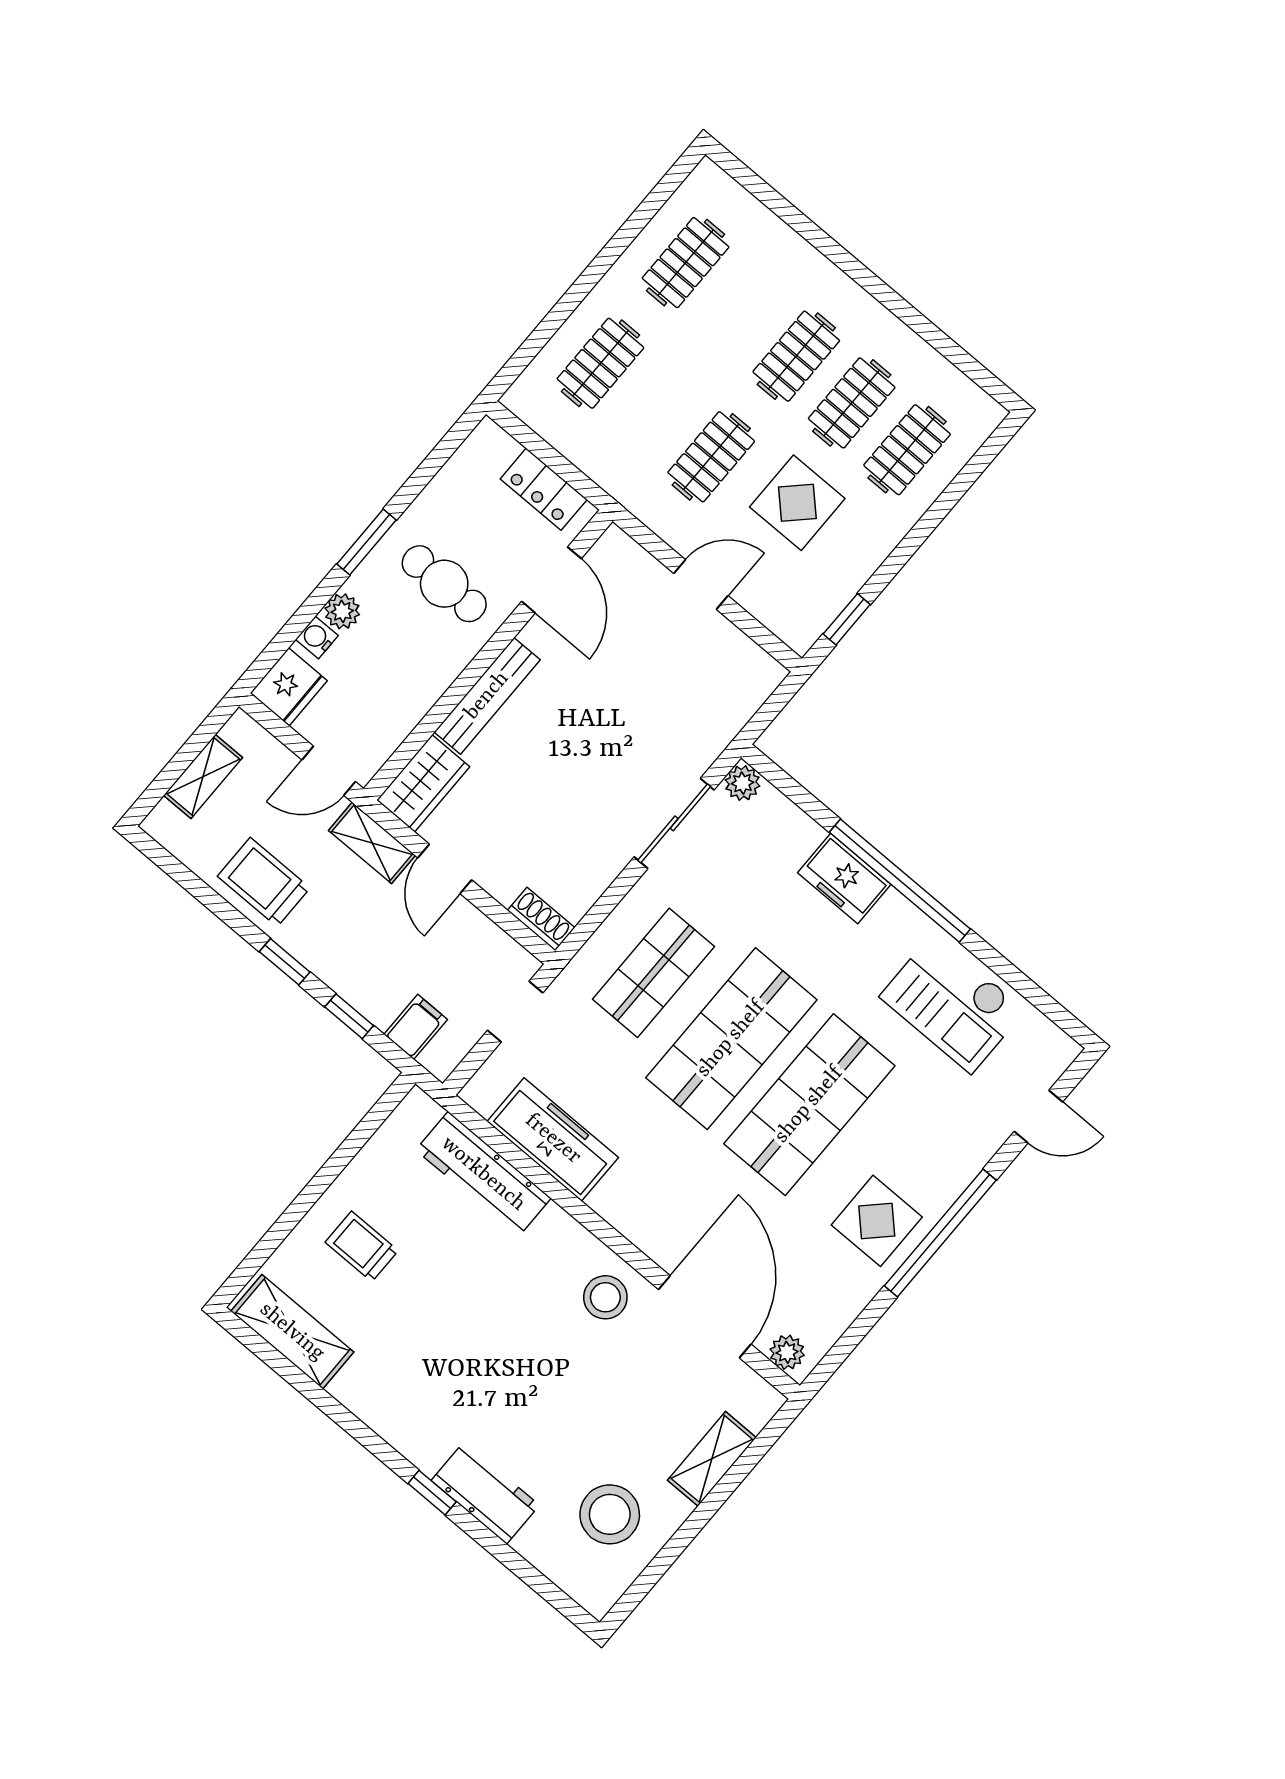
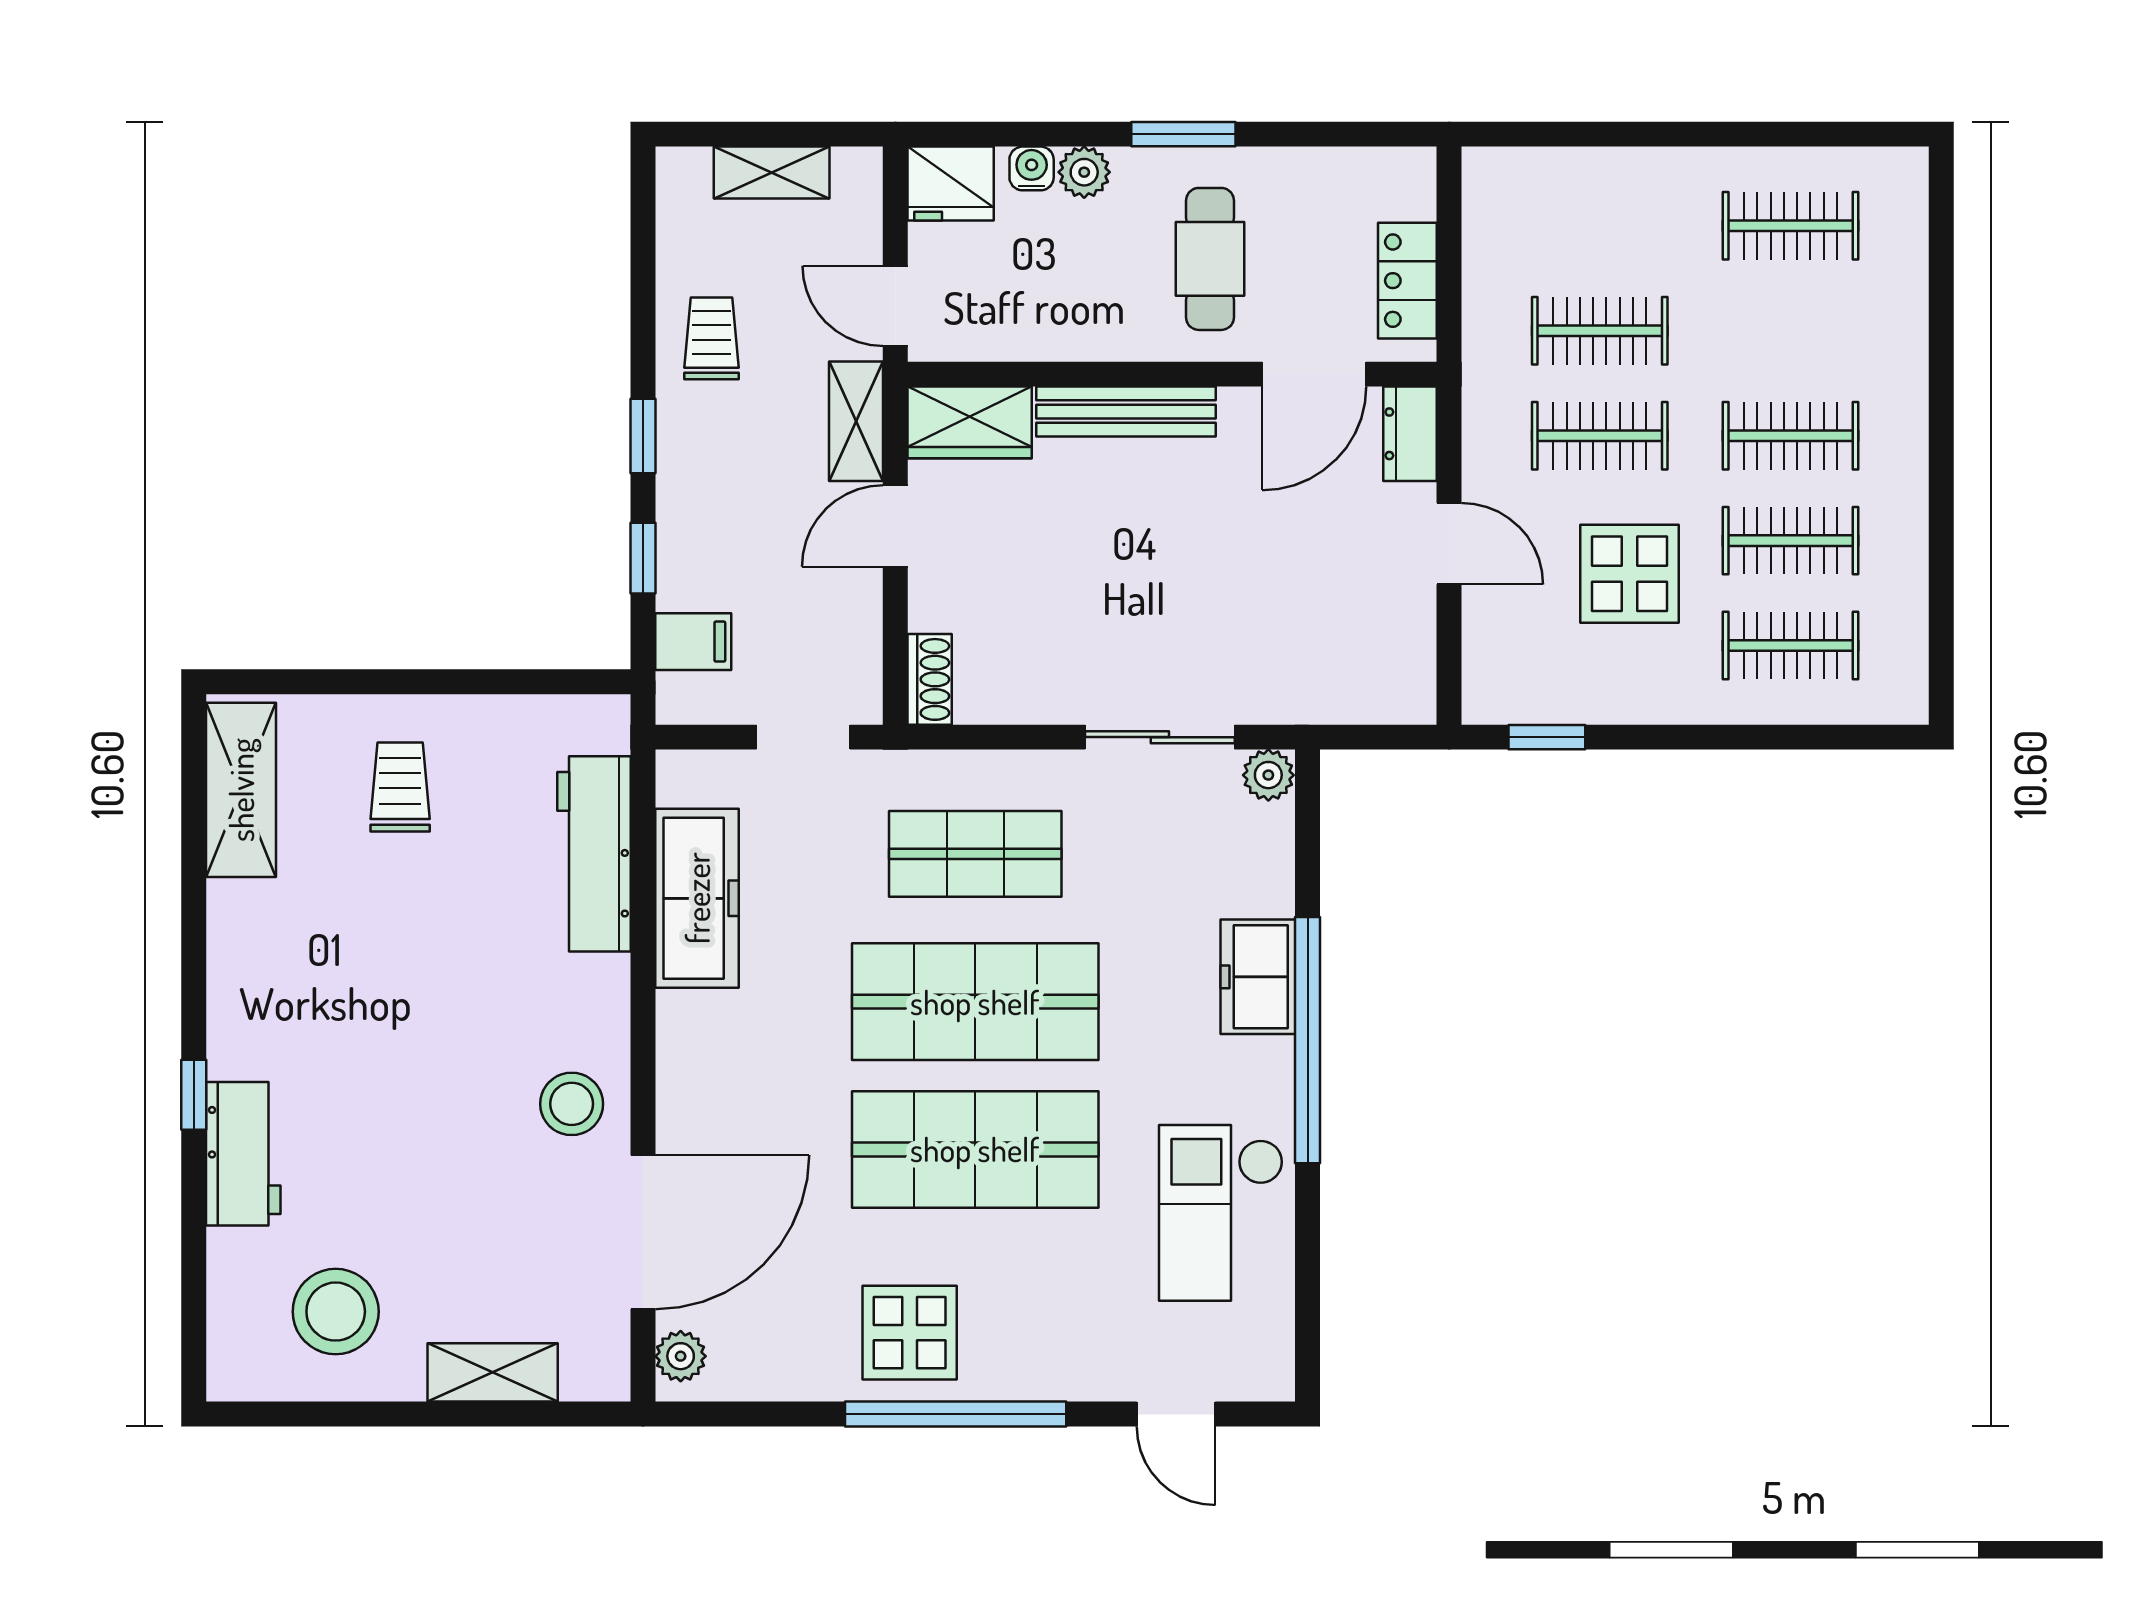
clothes rail: (600, 363) -> (1600, 331), moved
dresser: (626, 556) -> (1410, 434), added
trolley: (264, 882) -> (711, 338), width x0.73, depth x0.72

